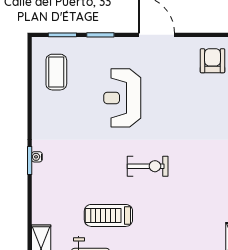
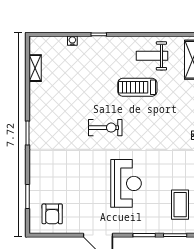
exercise bike: (148, 166) -> (105, 128), turned 180
treadmill: (108, 215) -> (137, 87), turned 180

